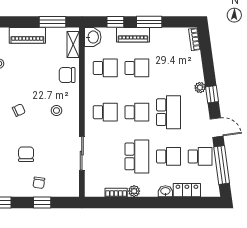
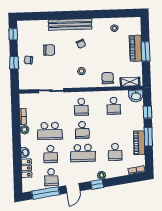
window: (53, 22) -> (146, 52), moved
piano: (133, 35) -> (139, 143), moved
school desk: (137, 68) -> (115, 152), moved

